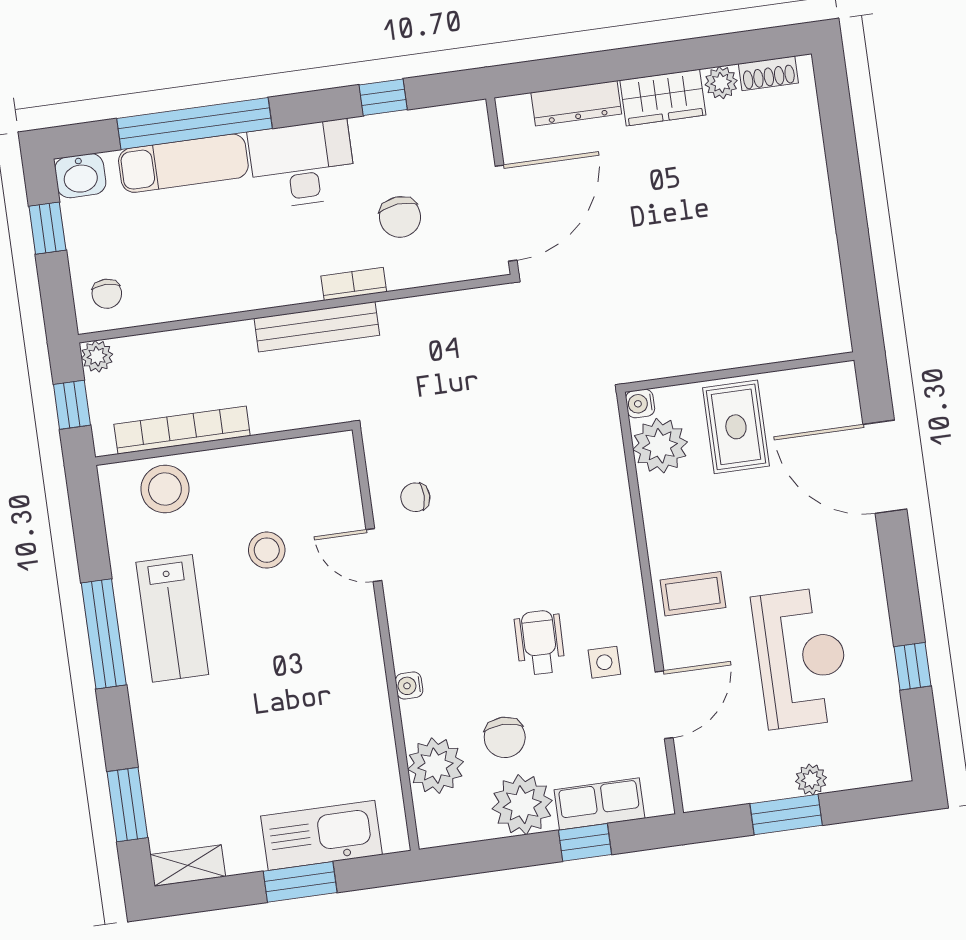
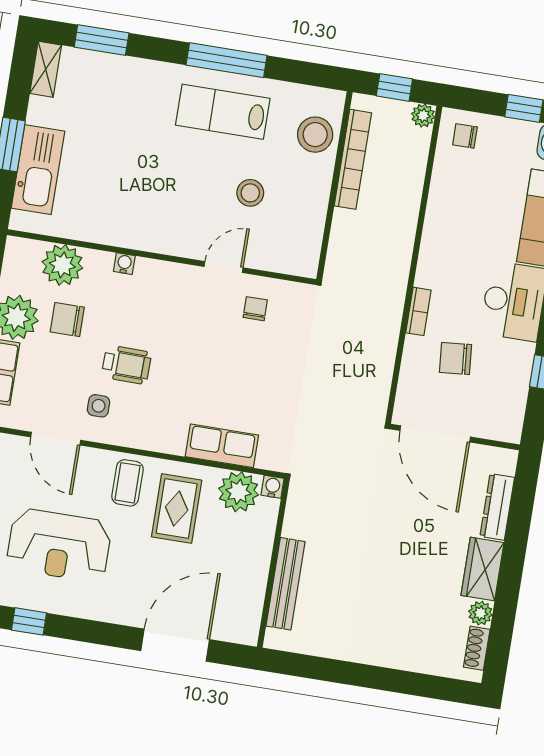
bench: (317, 327) -> (286, 584), moved
rug: (736, 427) -> (177, 509), moved, turned 90
row of seats: (607, 486) -> (222, 446), added

